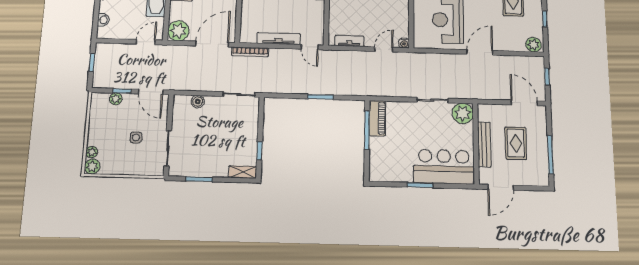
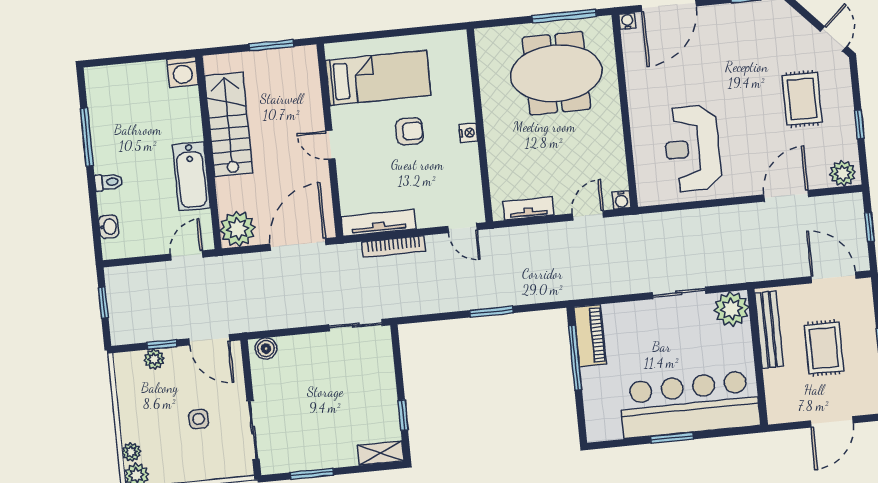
tv unit: (279, 38) -> (379, 223), moved
bookcase: (250, 52) -> (394, 247), moved
door: (480, 52) -> (786, 196), moved
boiler: (198, 102) -> (266, 349), moved
bench: (484, 144) -> (769, 330), moved
bar counter: (444, 167) -> (690, 404), width x1.36
door: (501, 187) -> (832, 422), moved

